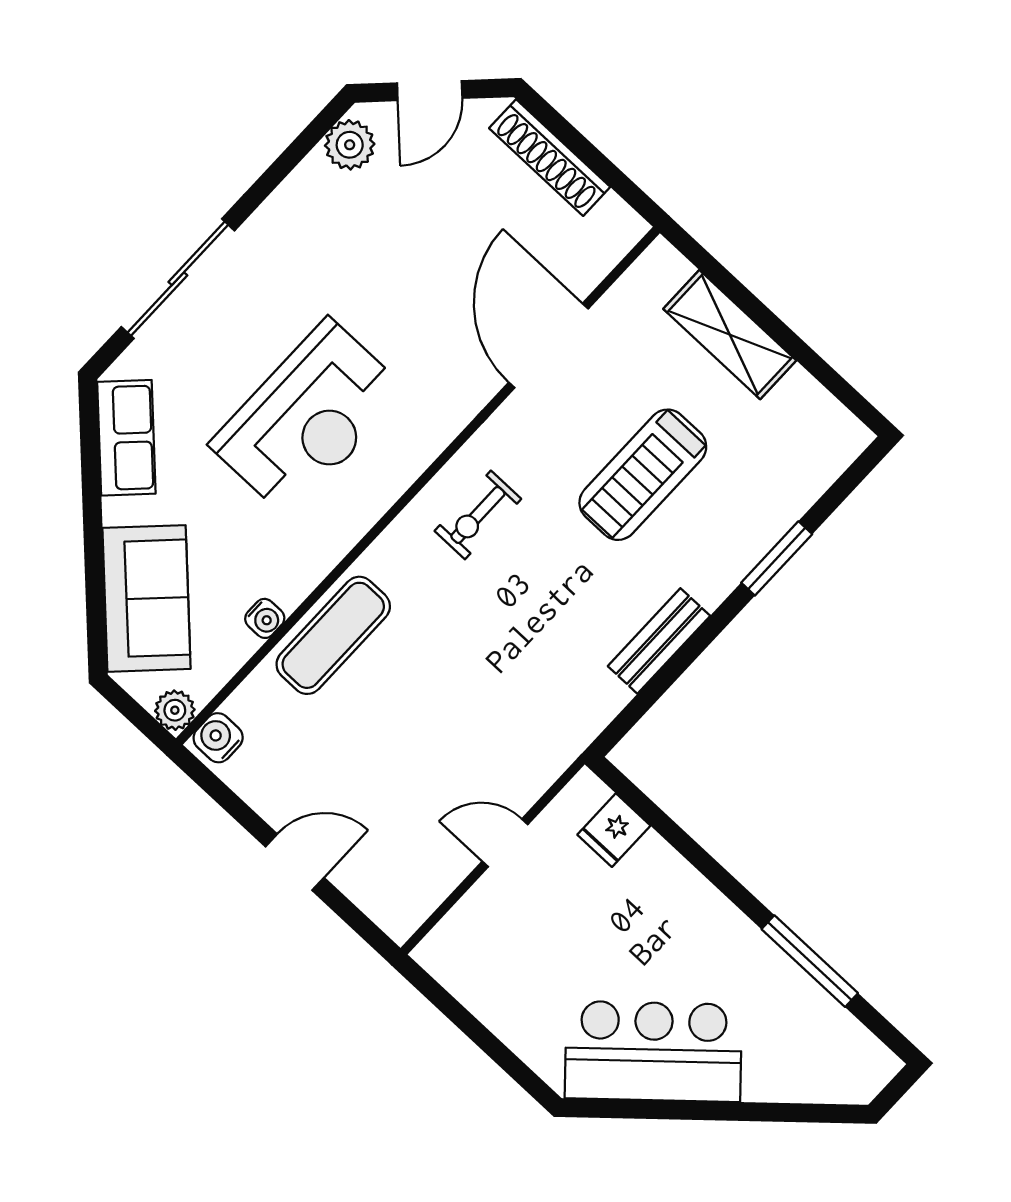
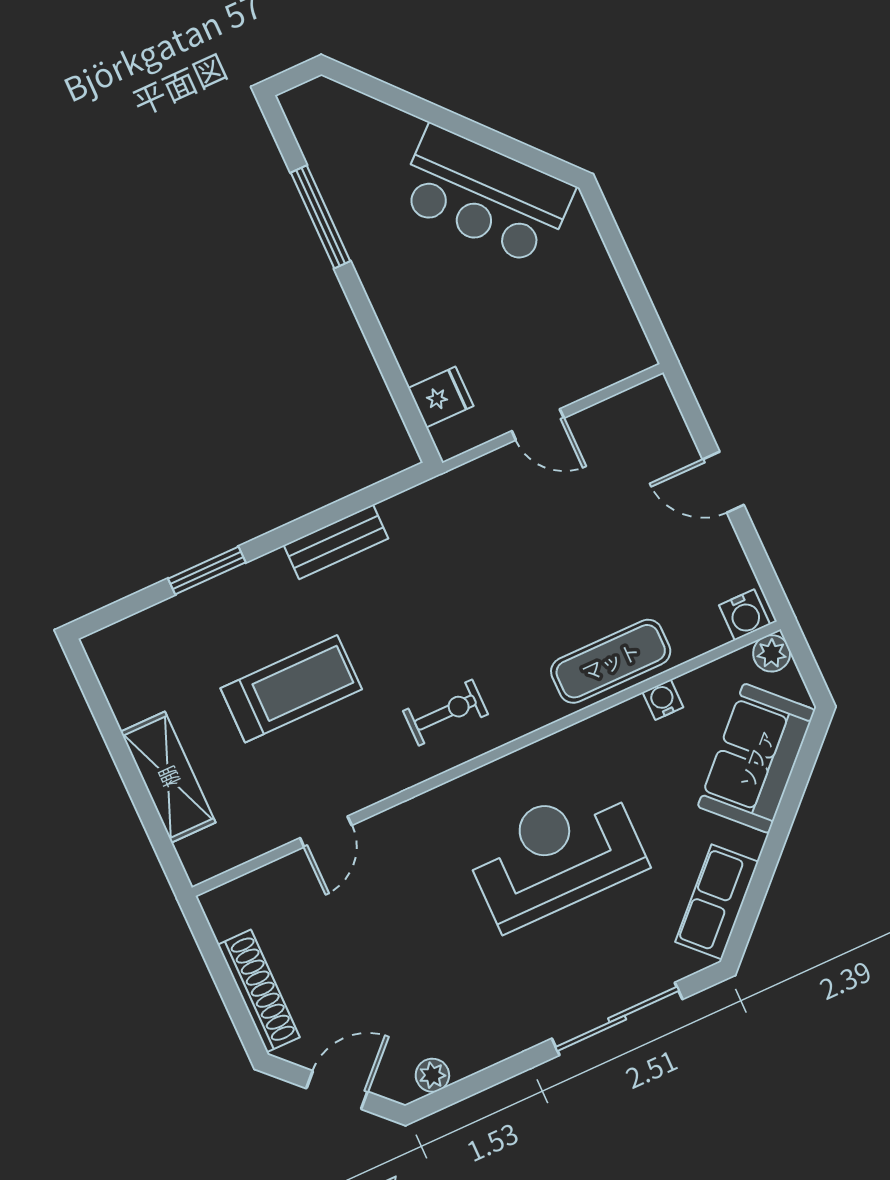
plant: (350, 145) -> (432, 1075), width x0.73, depth x0.73
door: (549, 346) -> (326, 832), width x0.53

